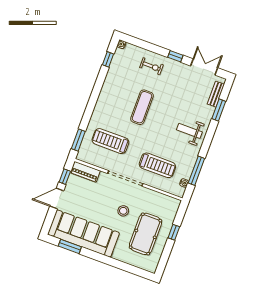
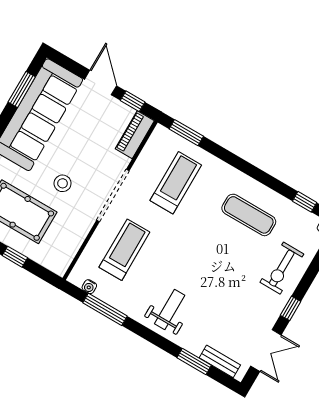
exercise bike: (151, 66) -> (282, 268), width x1.38, depth x1.39
exercise mat: (142, 107) -> (249, 215), moved
treadmill: (157, 165) -> (124, 250), turned 180

